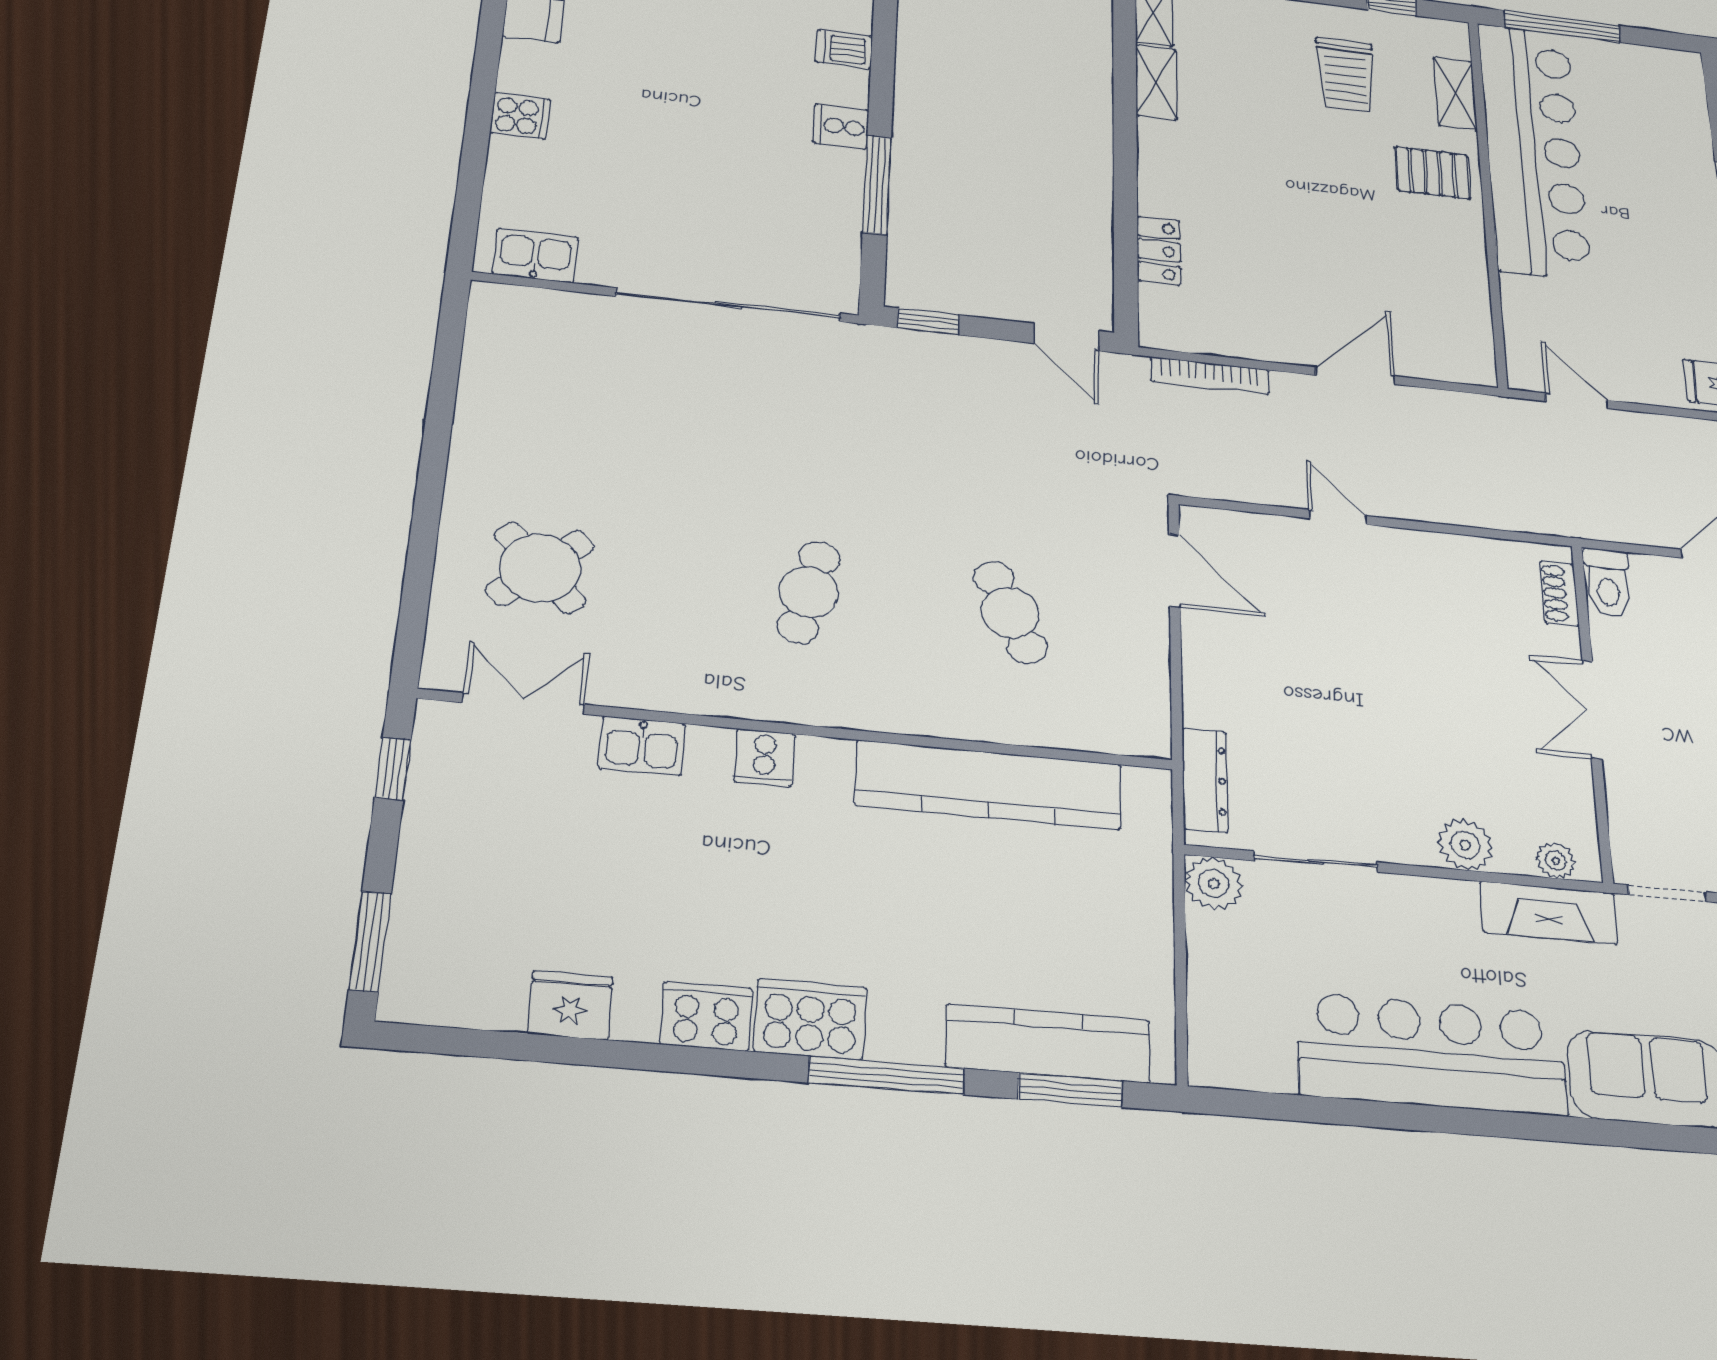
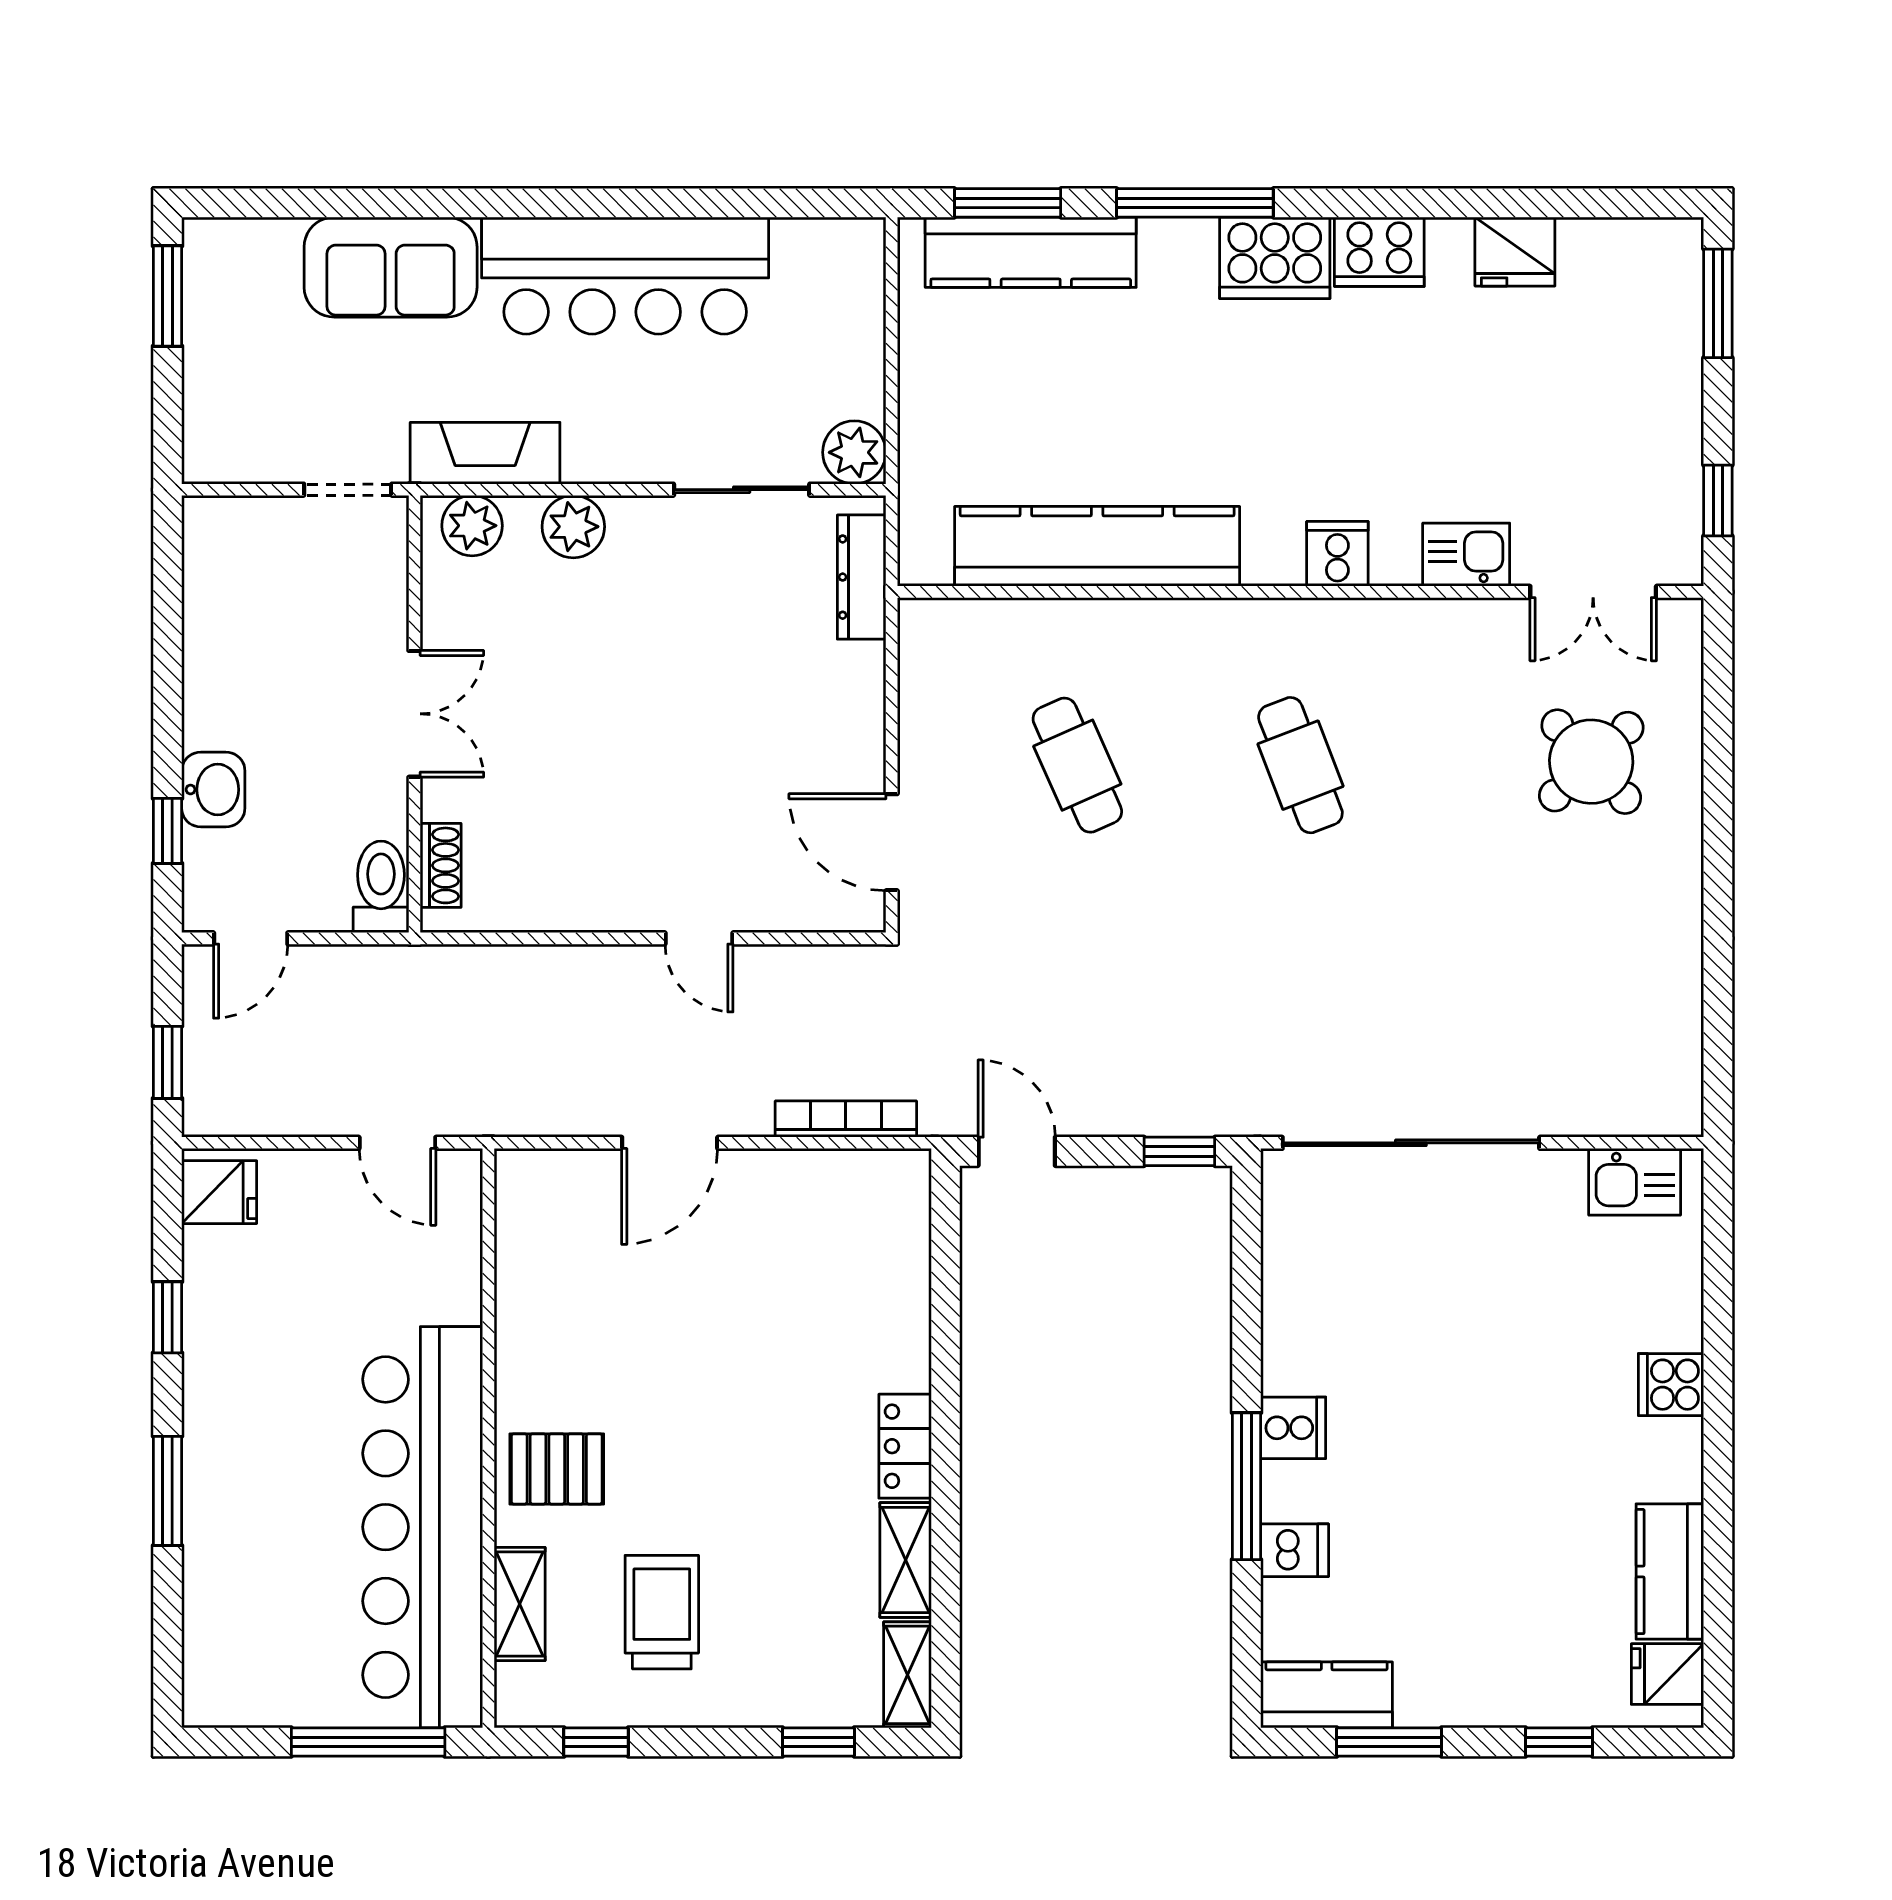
window: (877, 184) -> (1247, 1486), moved
locker: (1159, 251) -> (905, 1446), moved
cafe table: (809, 592) -> (1300, 765), turned -33
plant: (1556, 861) -> (472, 526), width x1.38, depth x1.38

